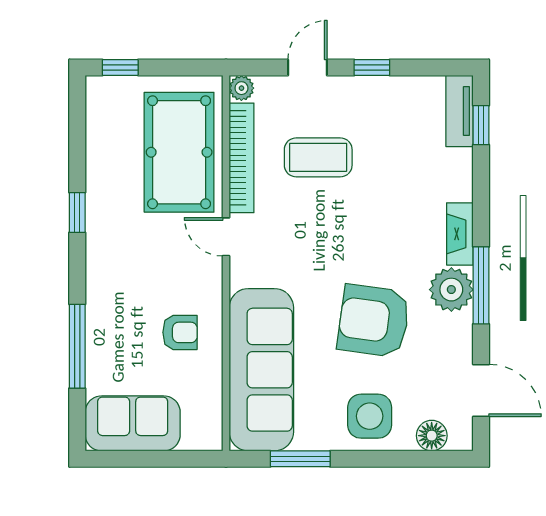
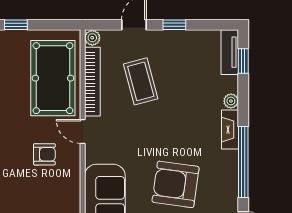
coffee table: (318, 157) -> (141, 81), turned 75
window: (481, 285) -> (243, 162), width x1.46
plant: (451, 290) -> (231, 101), moved, width x0.53, depth x0.53
armchair: (180, 332) -> (44, 154), moved

